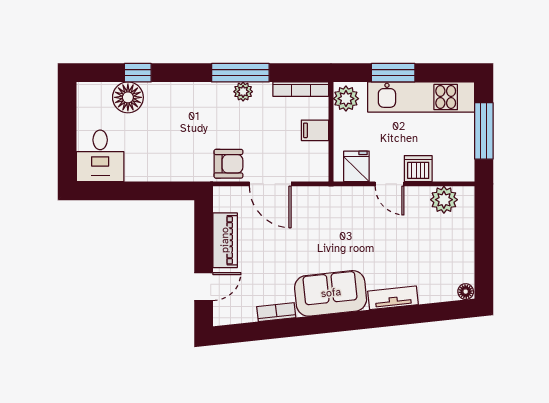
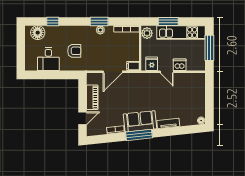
window: (240, 73) -> (99, 21), width x0.69
floor lamp: (128, 97) -> (38, 33), moved
filing cabinet: (315, 130) -> (133, 66), moved
desk: (100, 156) -> (48, 59), moved
armchair: (228, 164) -> (74, 51), moved
door: (270, 184) -> (113, 72), hinge flipped
plant: (444, 200) -> (191, 79), removed
window: (328, 323) -> (139, 135), added

